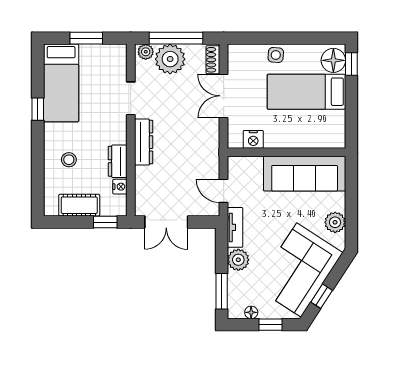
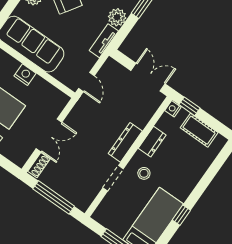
plant: (146, 52) -> (81, 203), removed
plant: (170, 59) -> (68, 186), removed
nightstand: (253, 139) -> (25, 75), moved
stool: (69, 160) -> (144, 173), moved
nightstand: (120, 187) -> (173, 109), moved
door: (224, 191) -> (87, 82), moved

